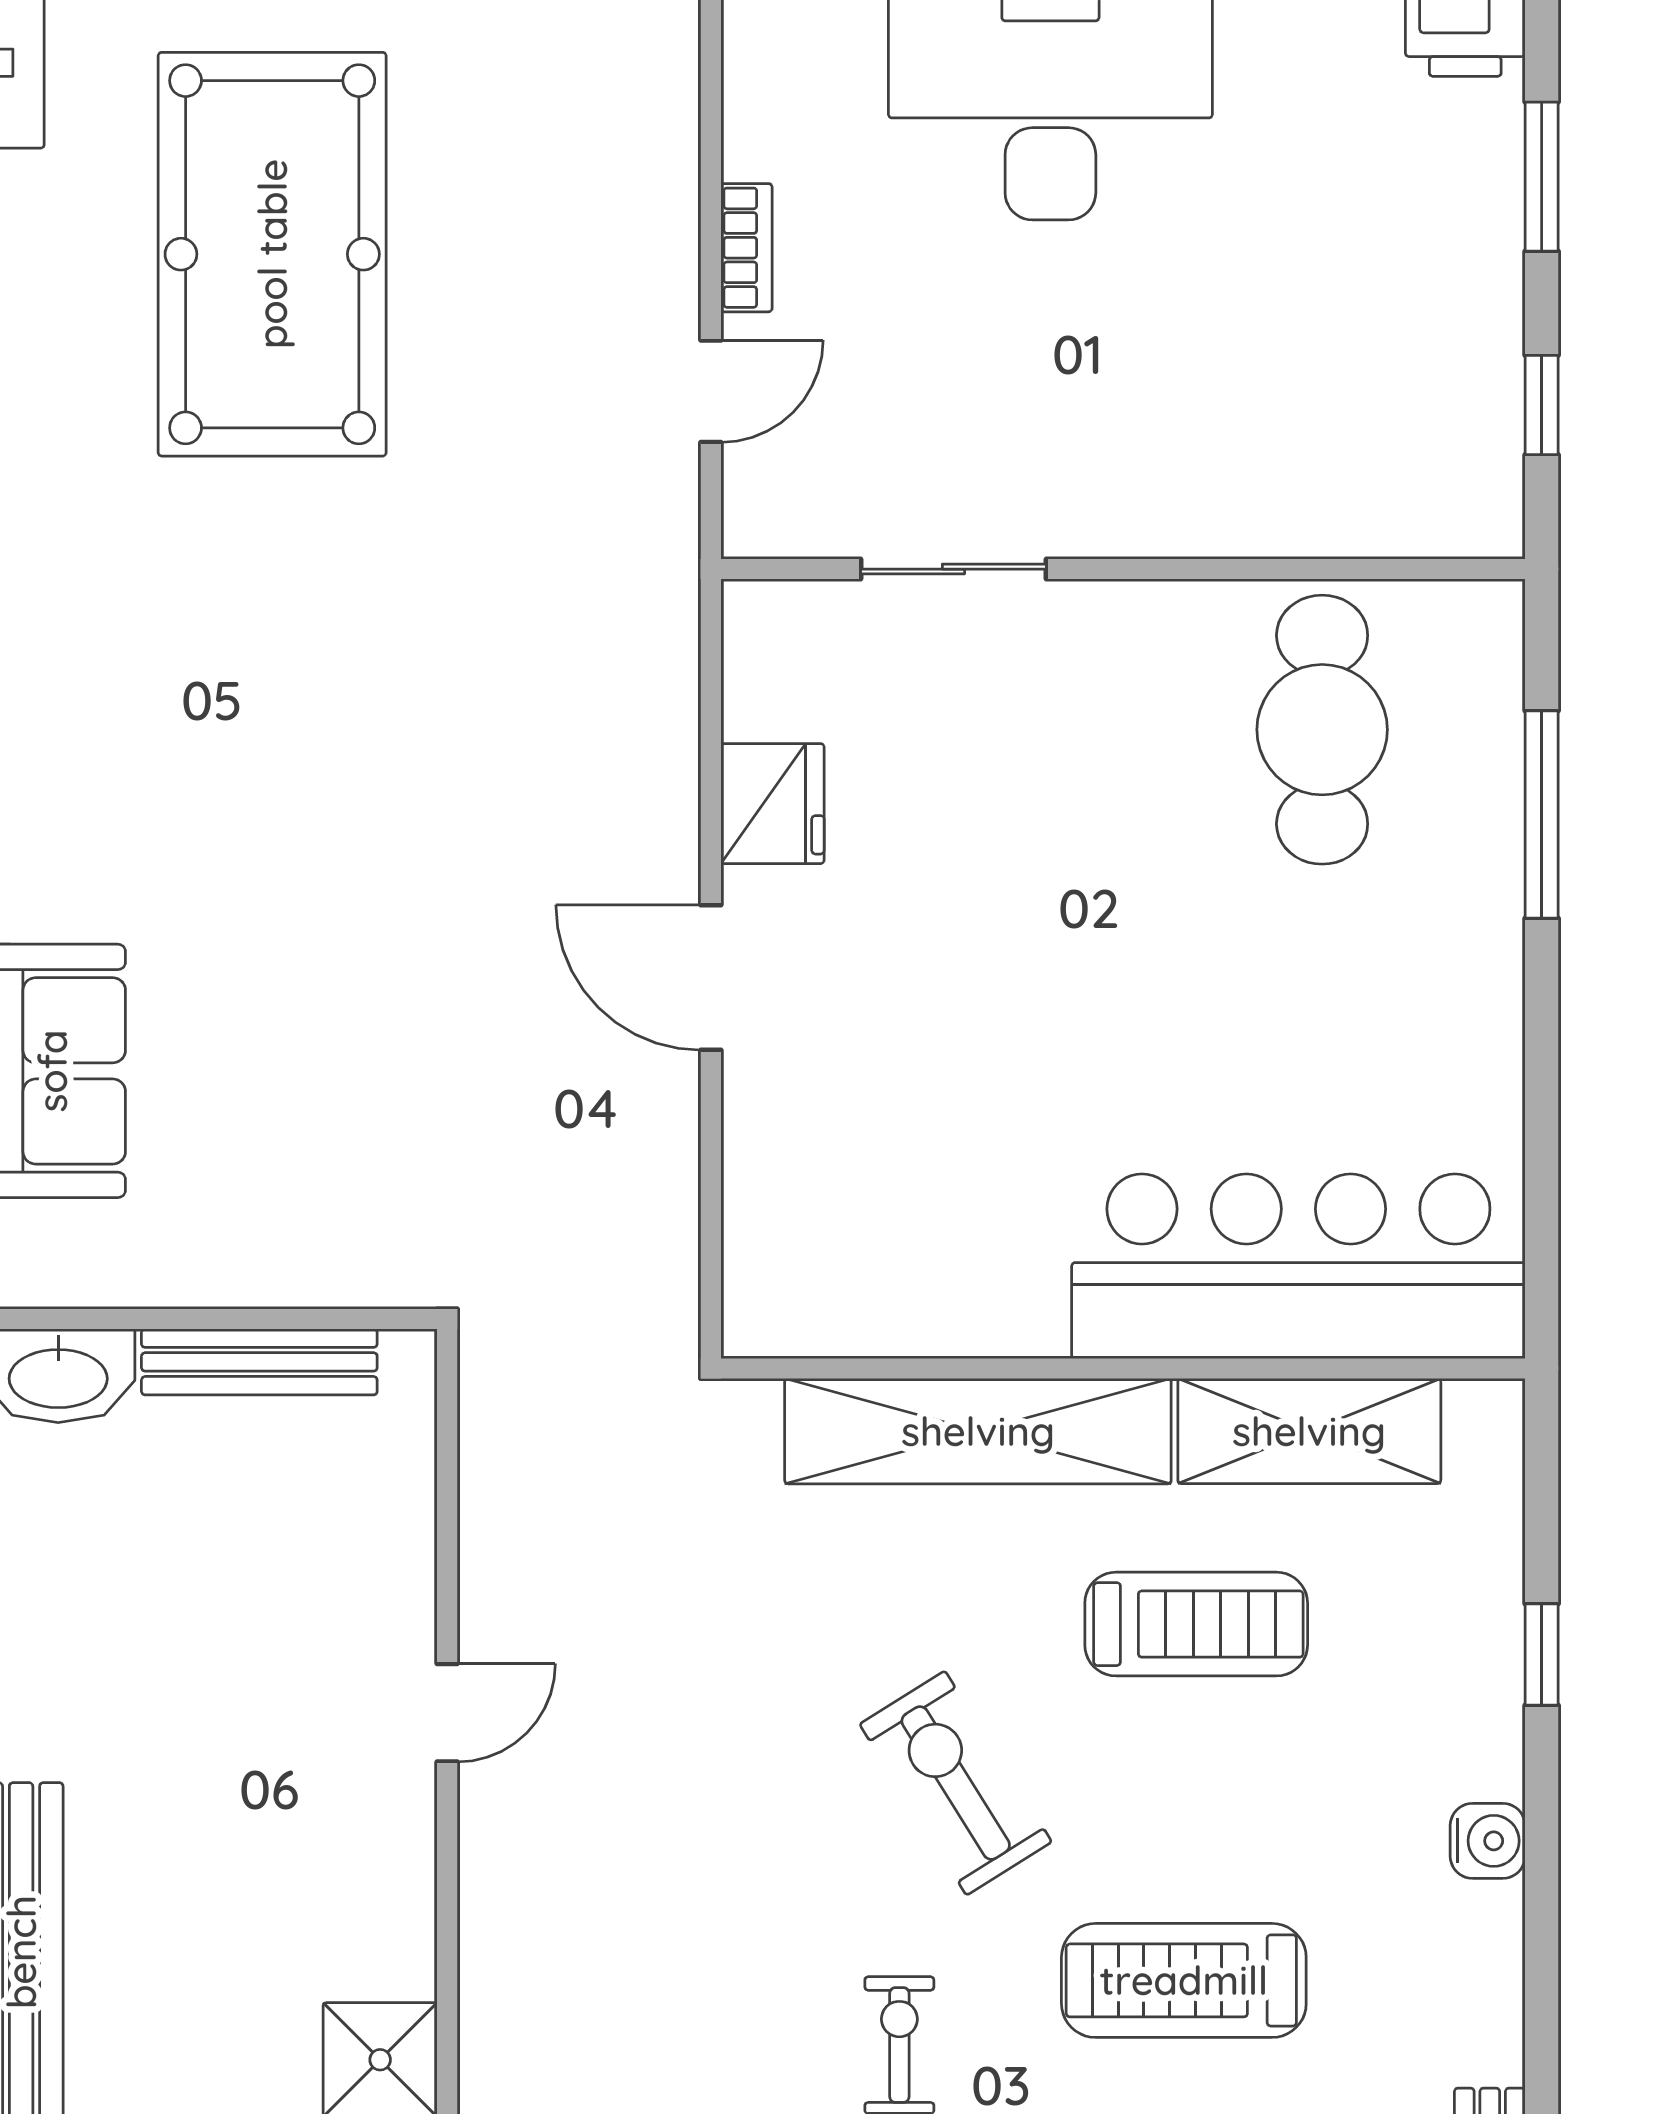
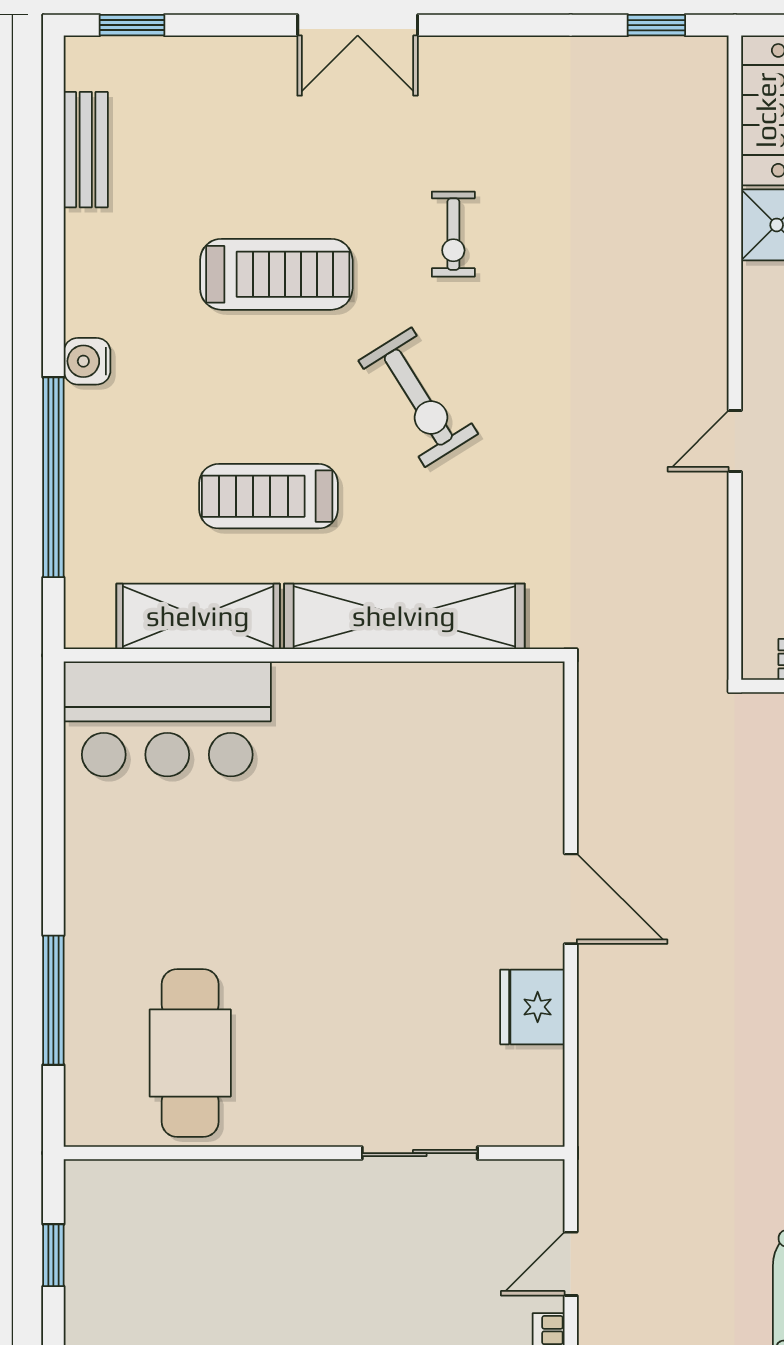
bar counter: (1298, 1266) -> (167, 719), width x0.73
window: (1542, 1654) -> (53, 477), width x3.17

